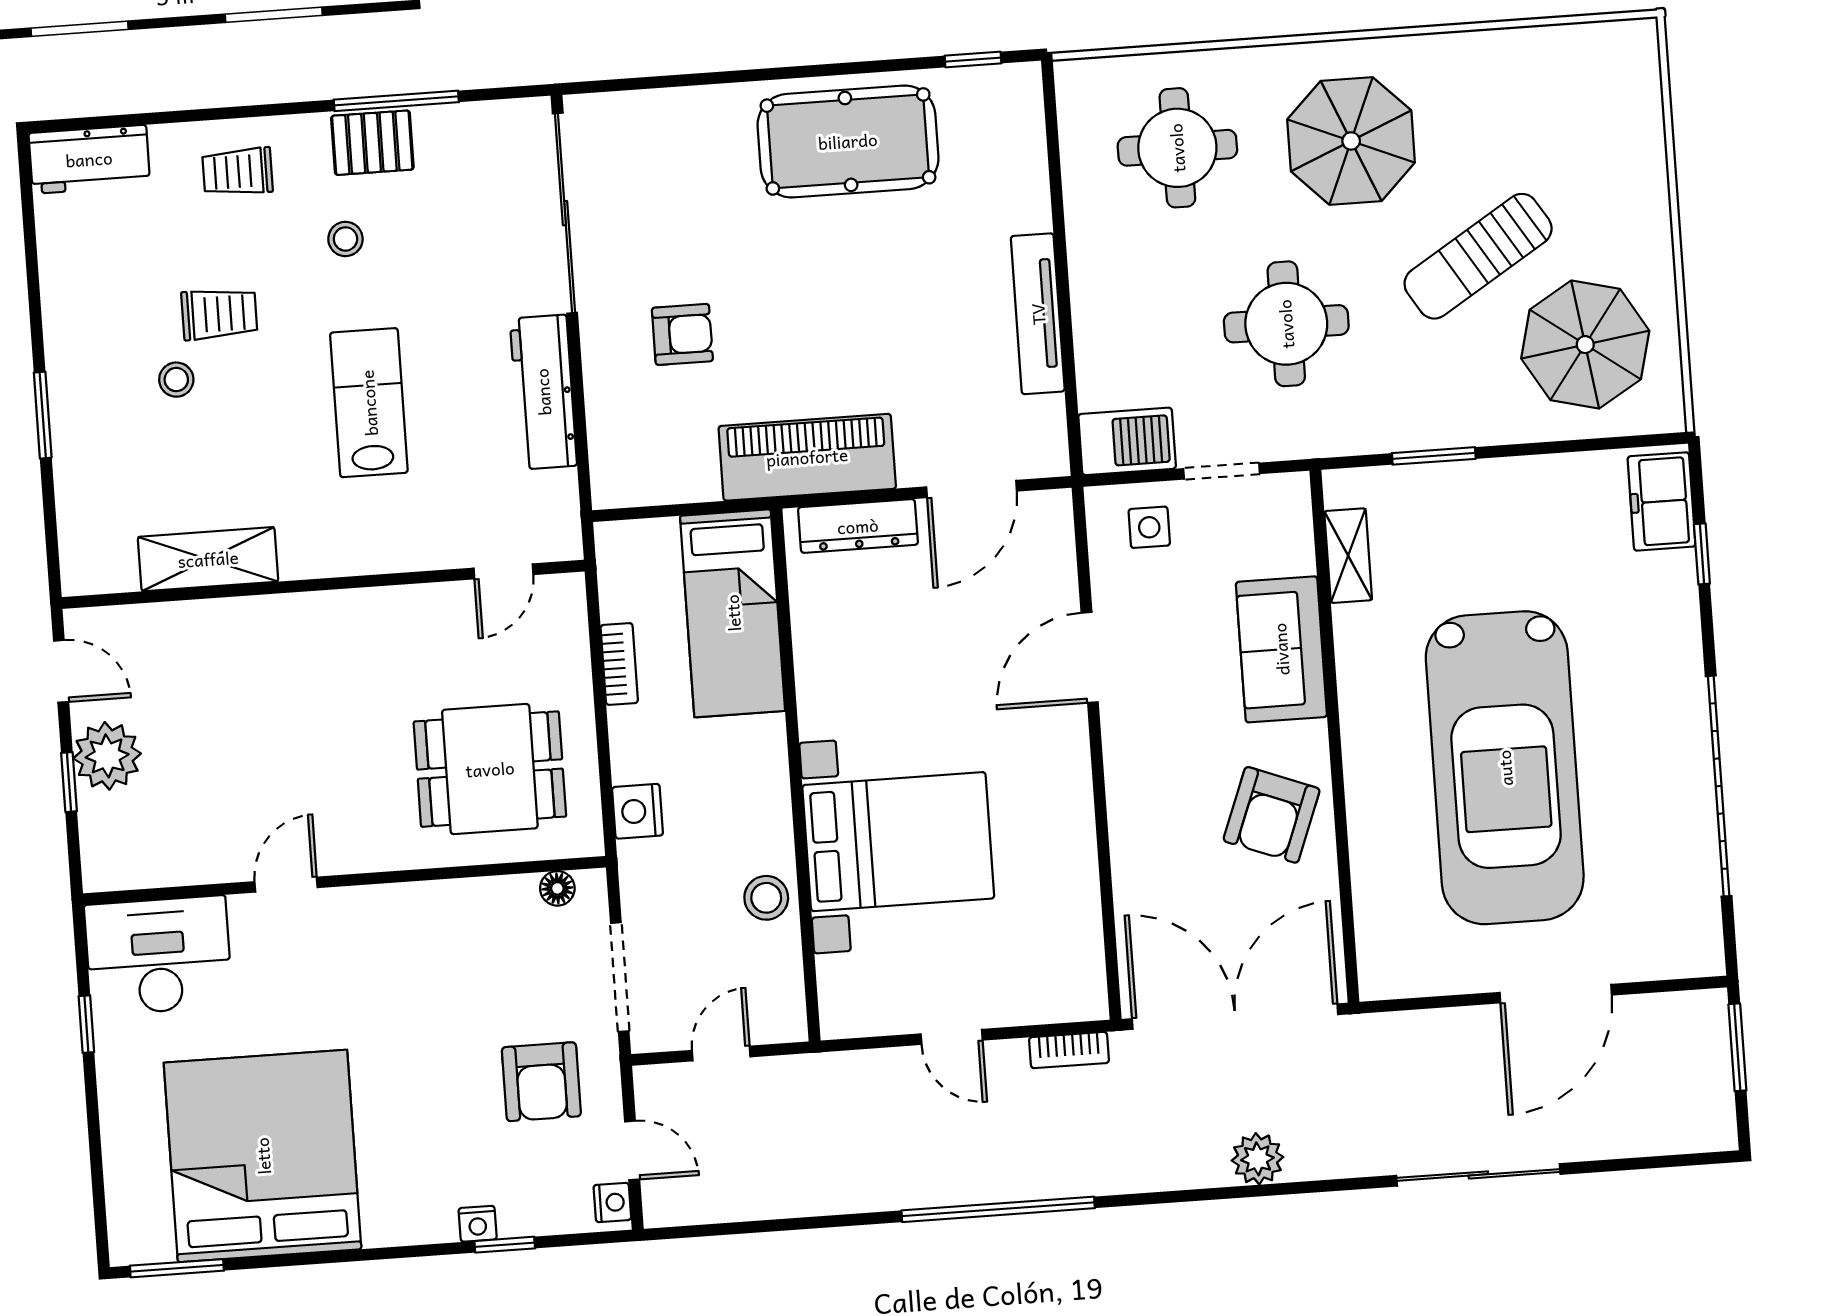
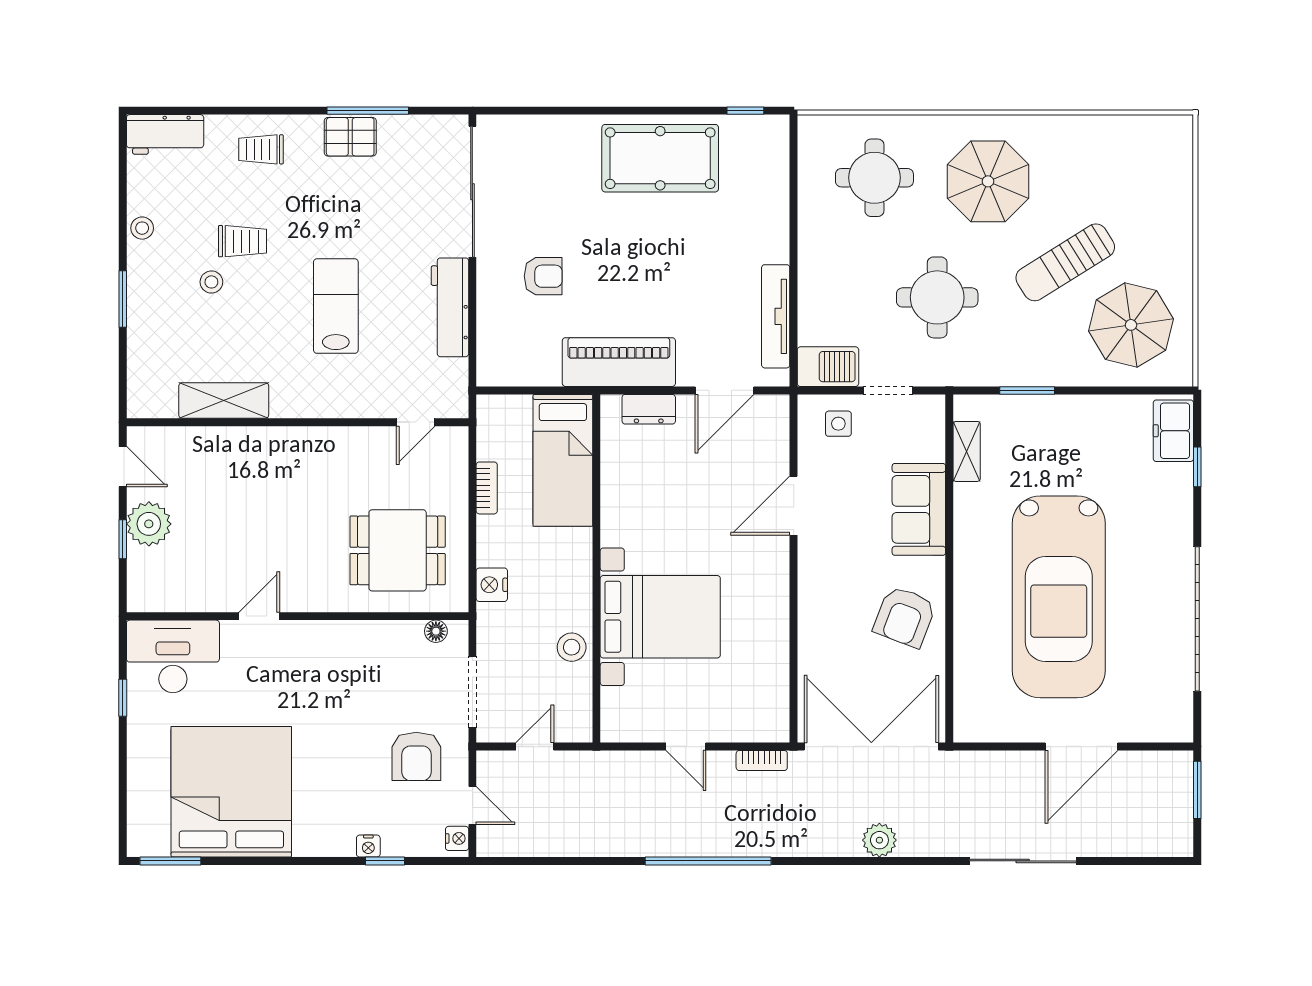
stool: (345, 239) -> (142, 228), moved
tv unit: (1038, 314) -> (776, 316), moved
dresser: (858, 526) -> (649, 409), width x0.70

